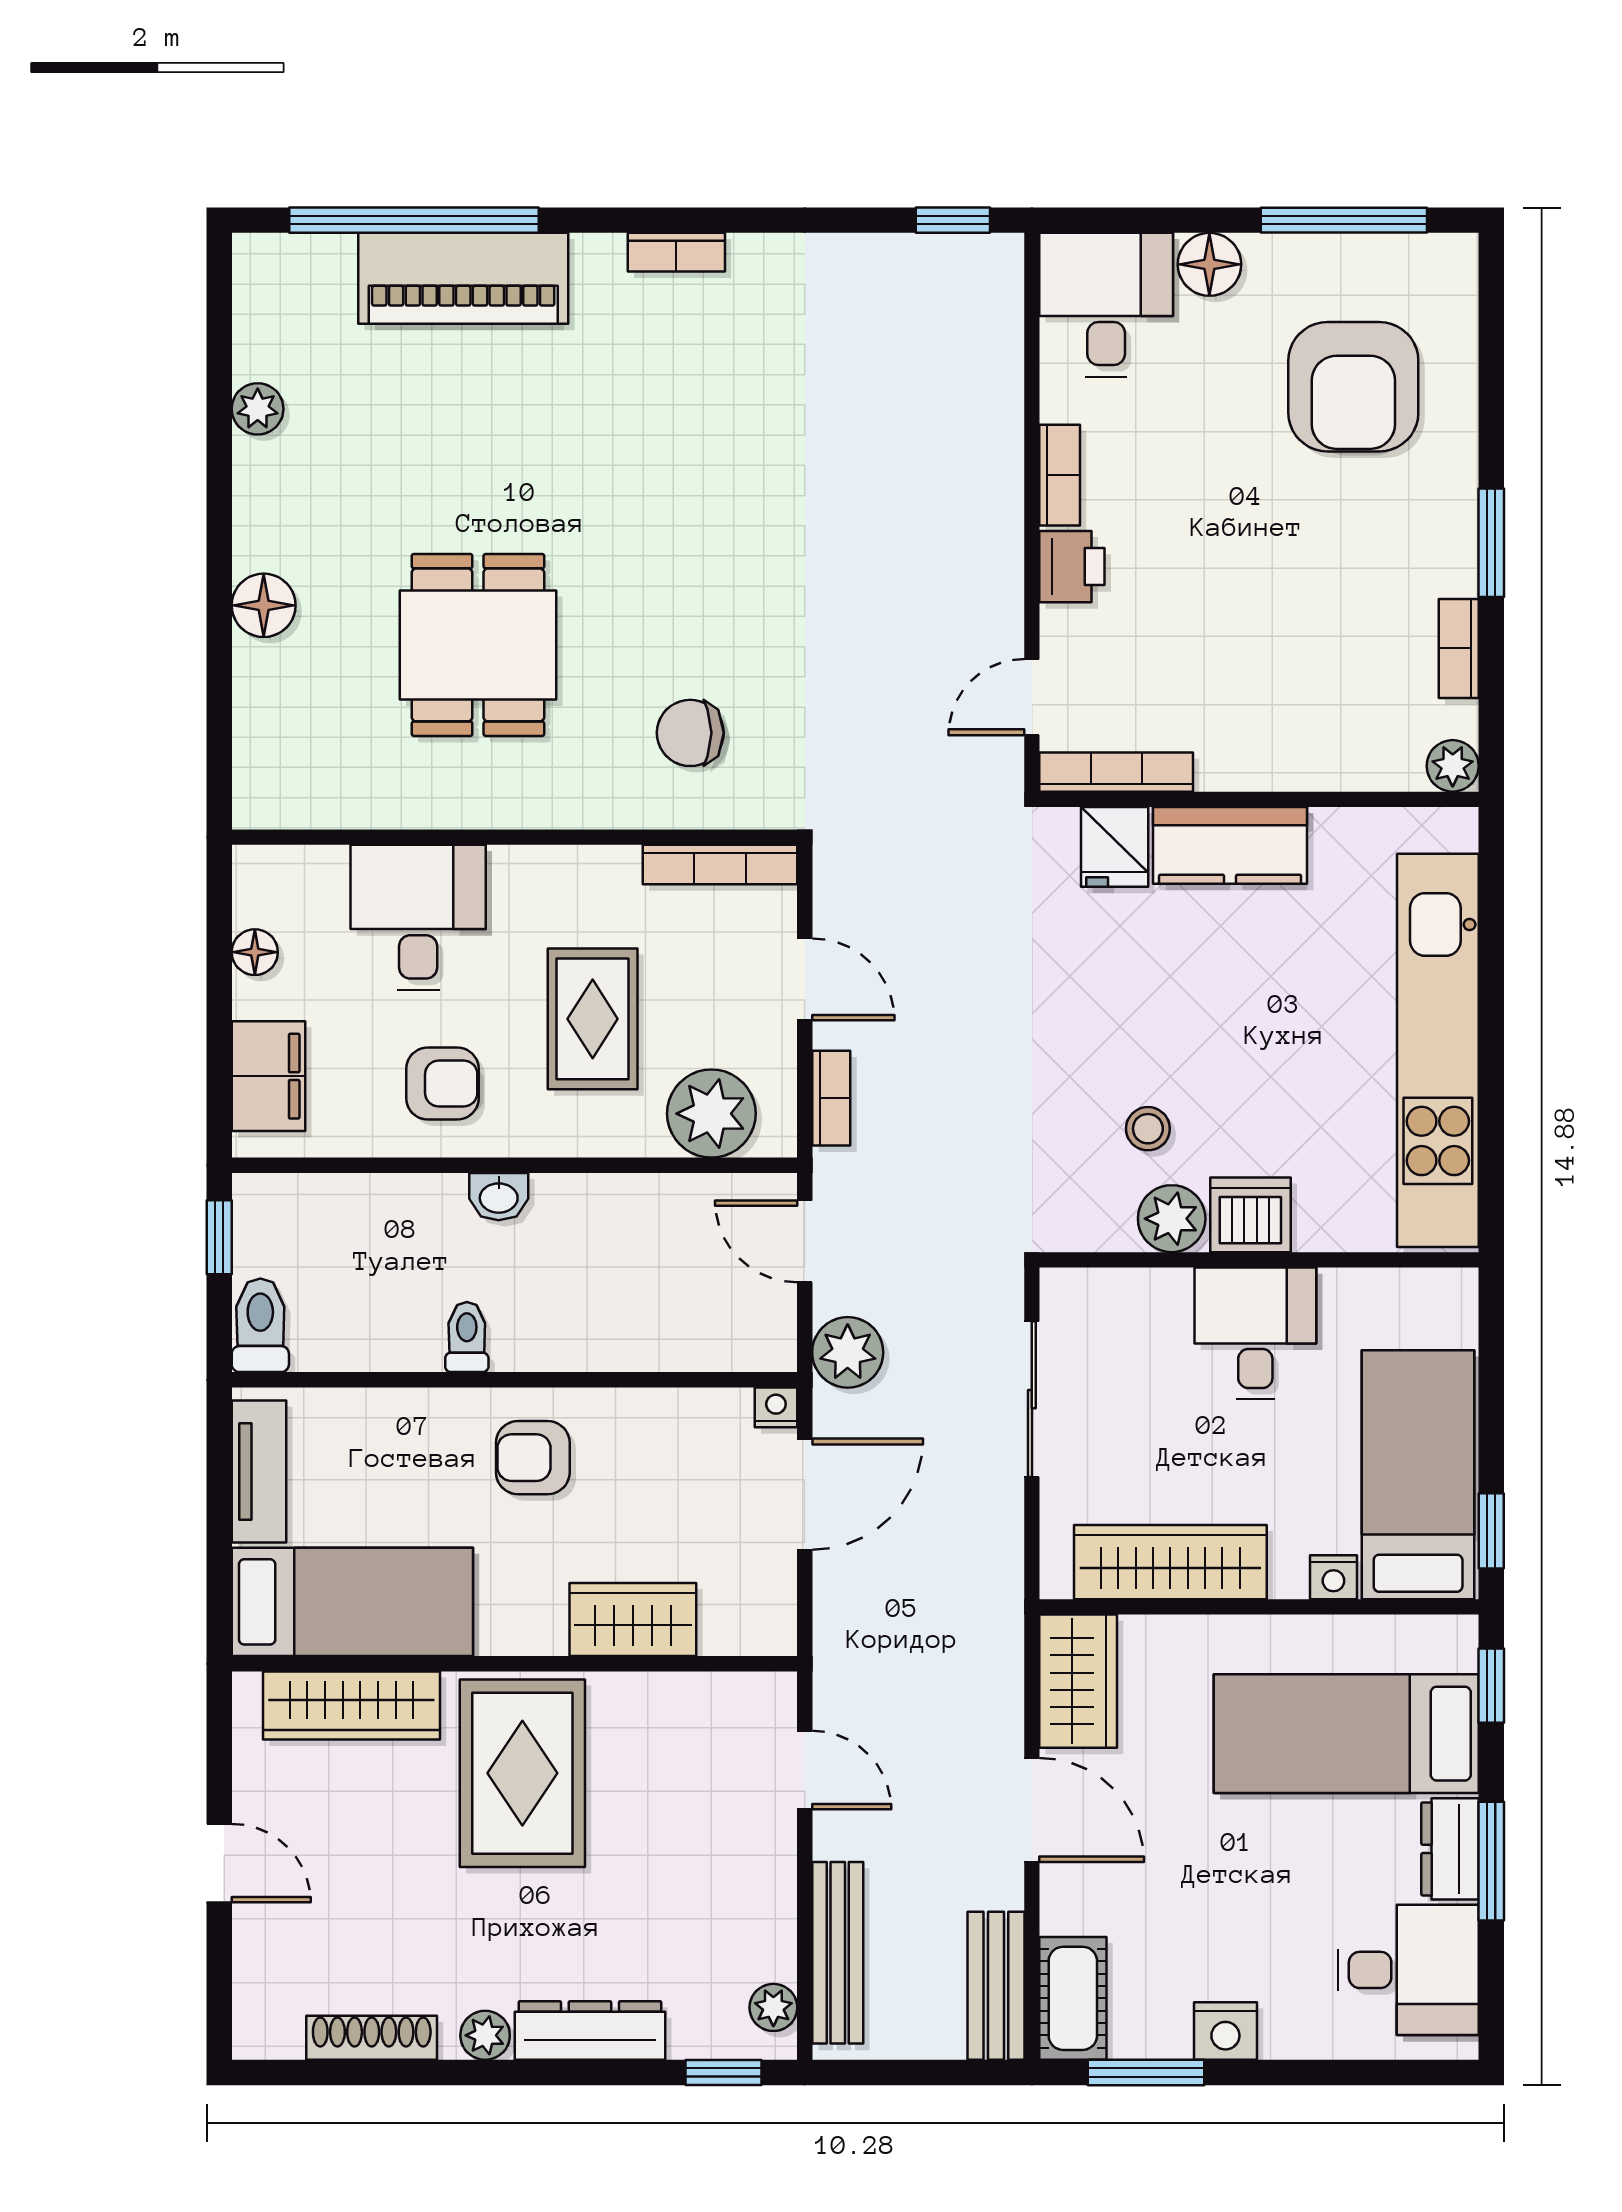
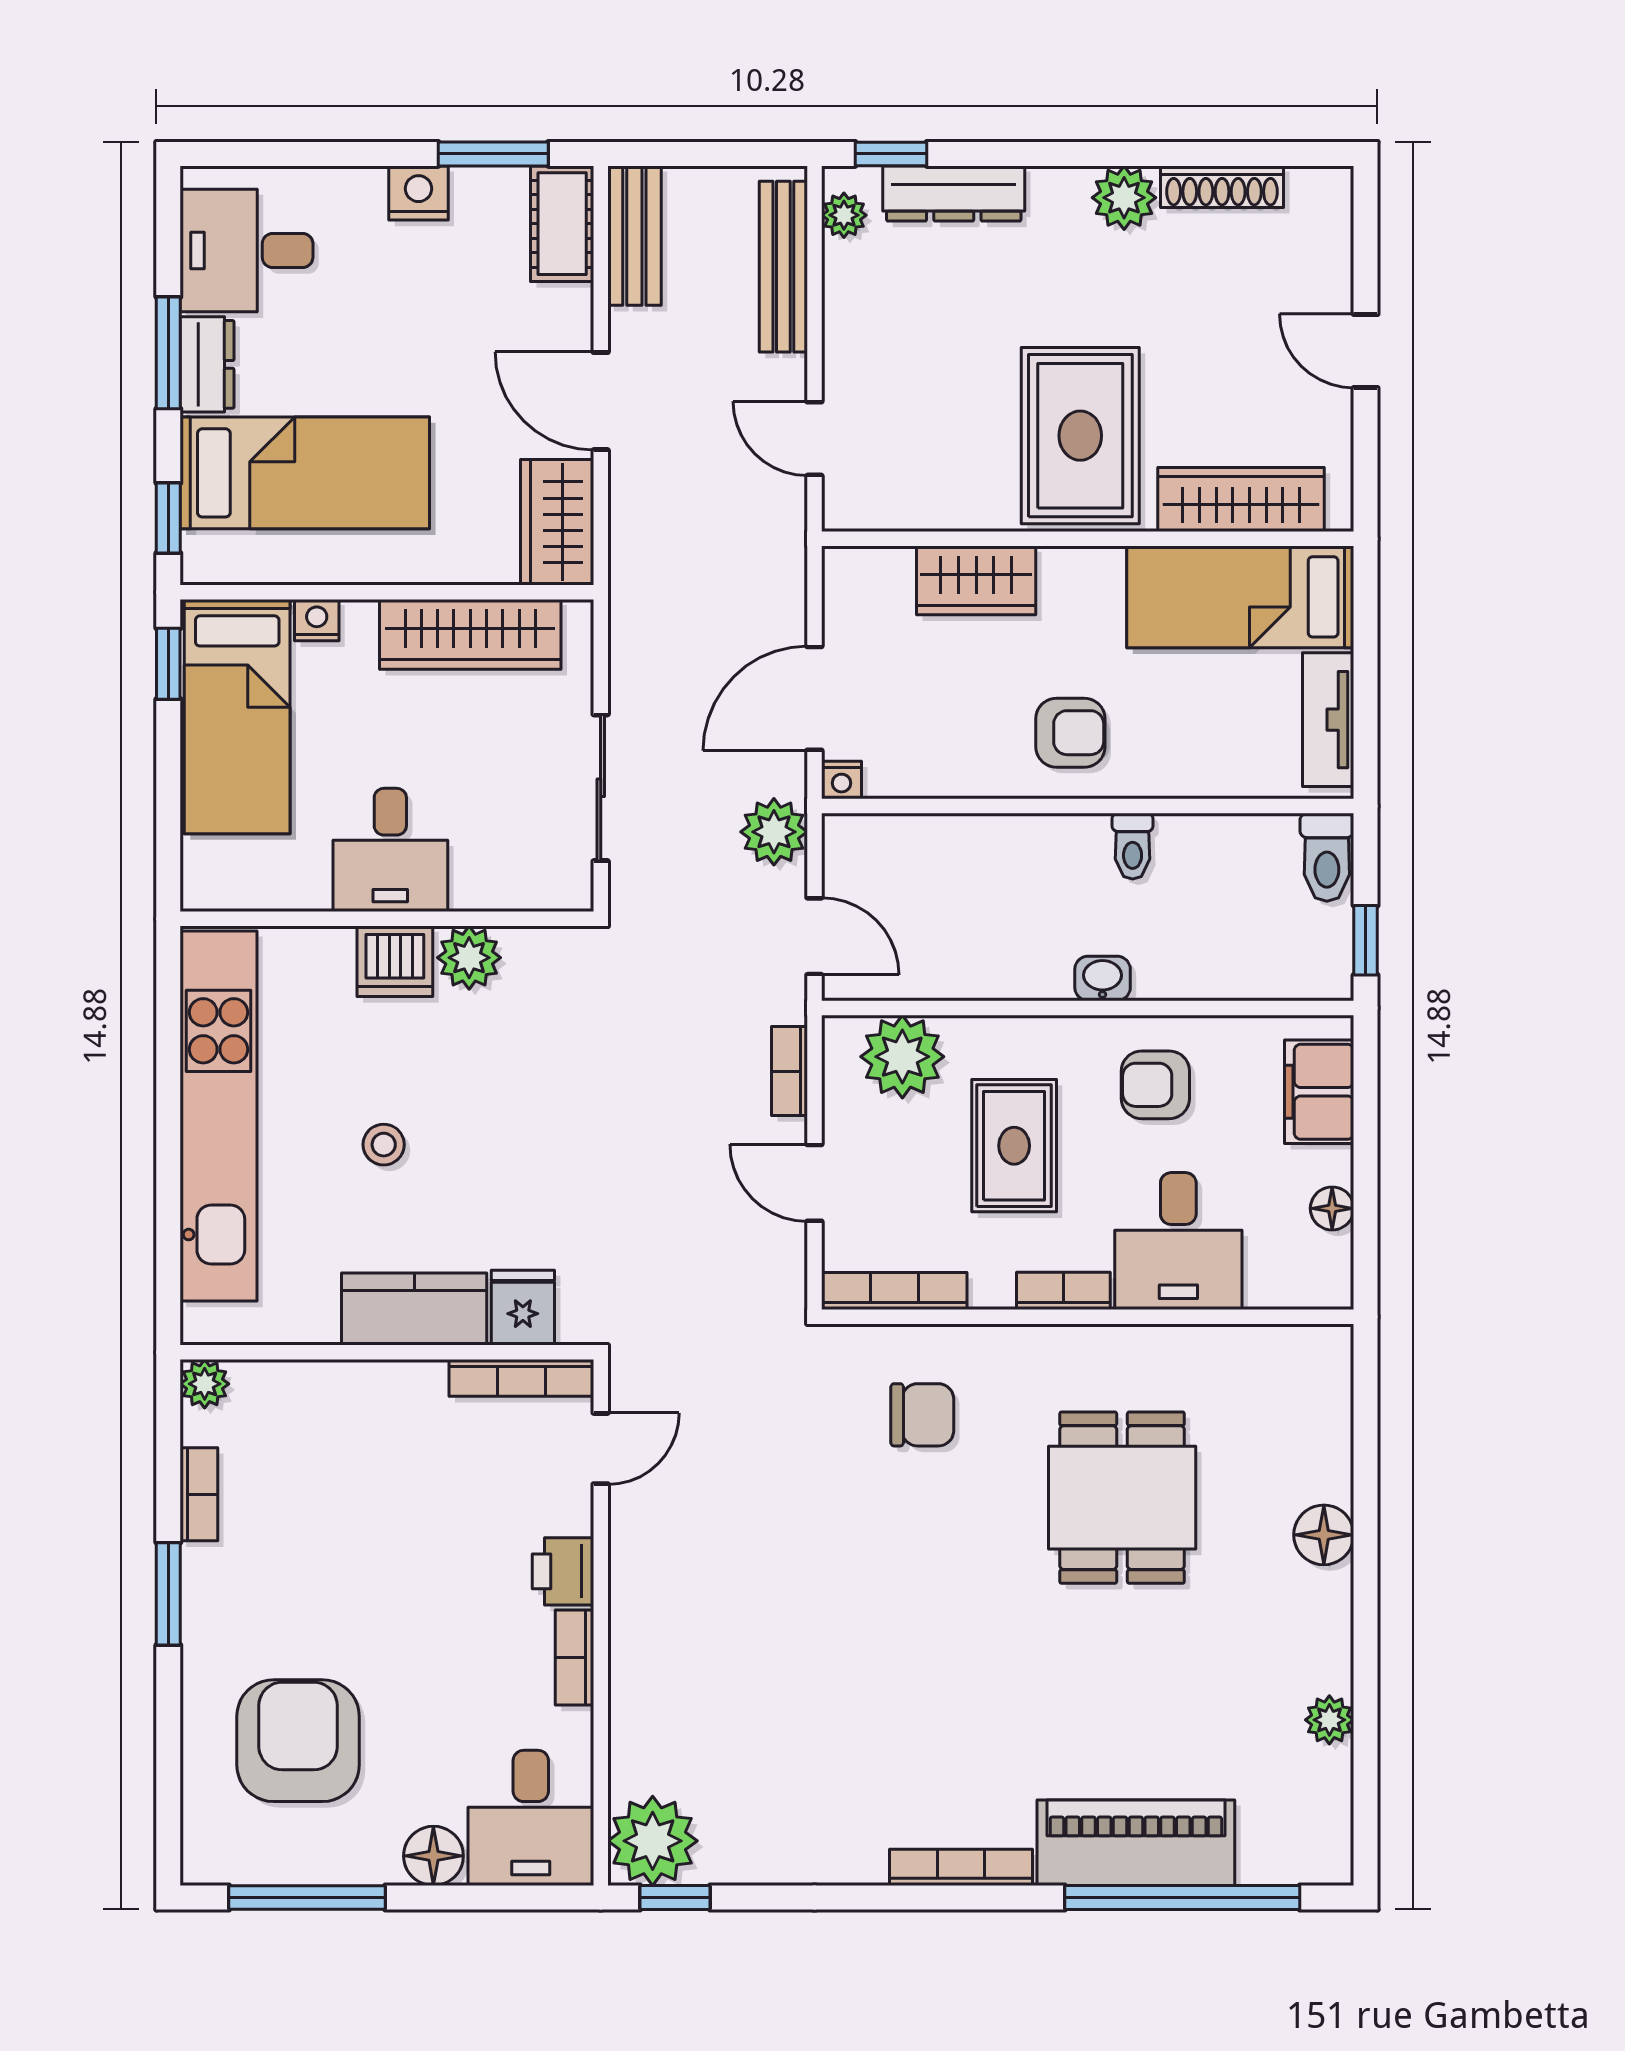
bookcase: (676, 252) -> (961, 1867), width x1.56
plant: (977, 280) -> (653, 1841), added
bookcase: (540, 865) -> (1063, 1291), added
stool: (1148, 1129) -> (384, 1145), moved
dresser: (590, 2030) -> (954, 193), moved
plant: (485, 2035) -> (1124, 198), width x1.38, depth x1.38

